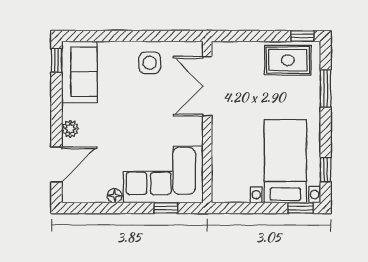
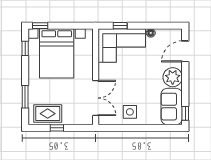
window: (303, 36) -> (57, 128), moved
plant: (70, 129) -> (173, 77), width x1.88, depth x1.88
bed with nightstands: (285, 161) -> (57, 53), width x1.36

